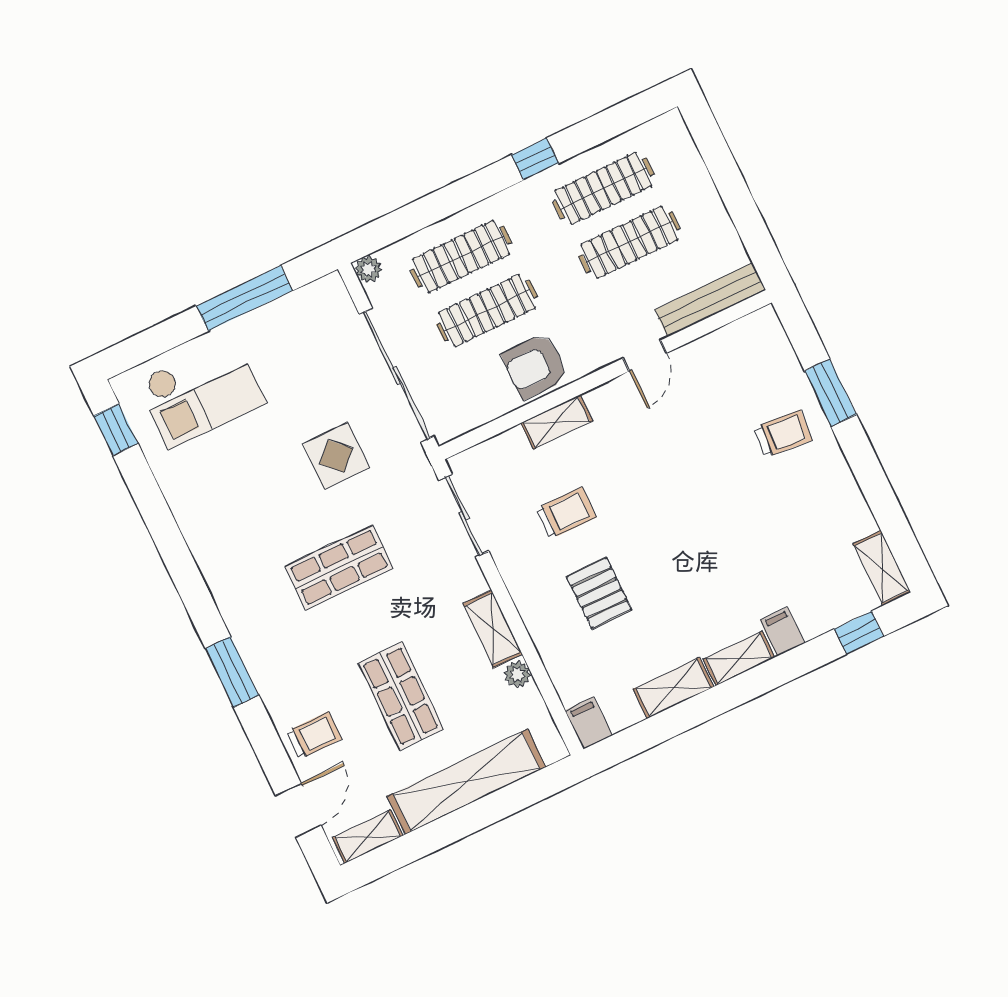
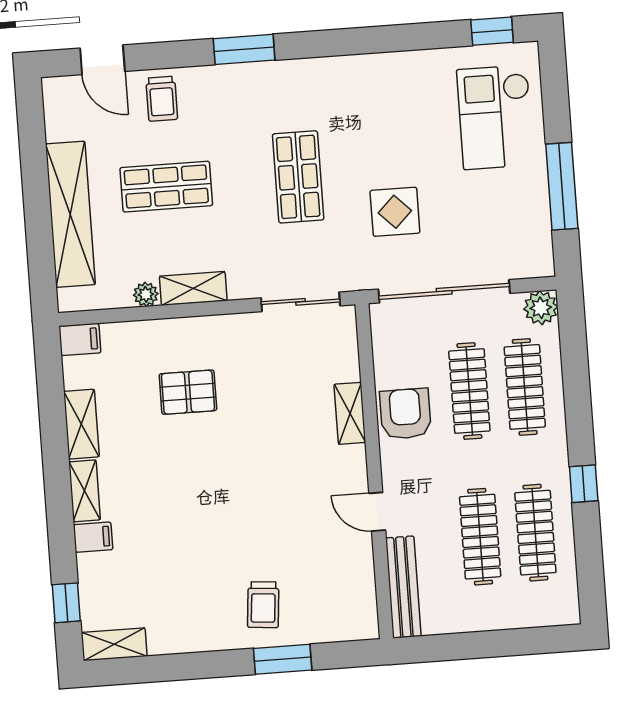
plant: (368, 269) -> (541, 308), width x1.38, depth x1.38
trolley: (566, 513) -> (268, 391), removed
shelving: (368, 837) -> (56, 110), removed

